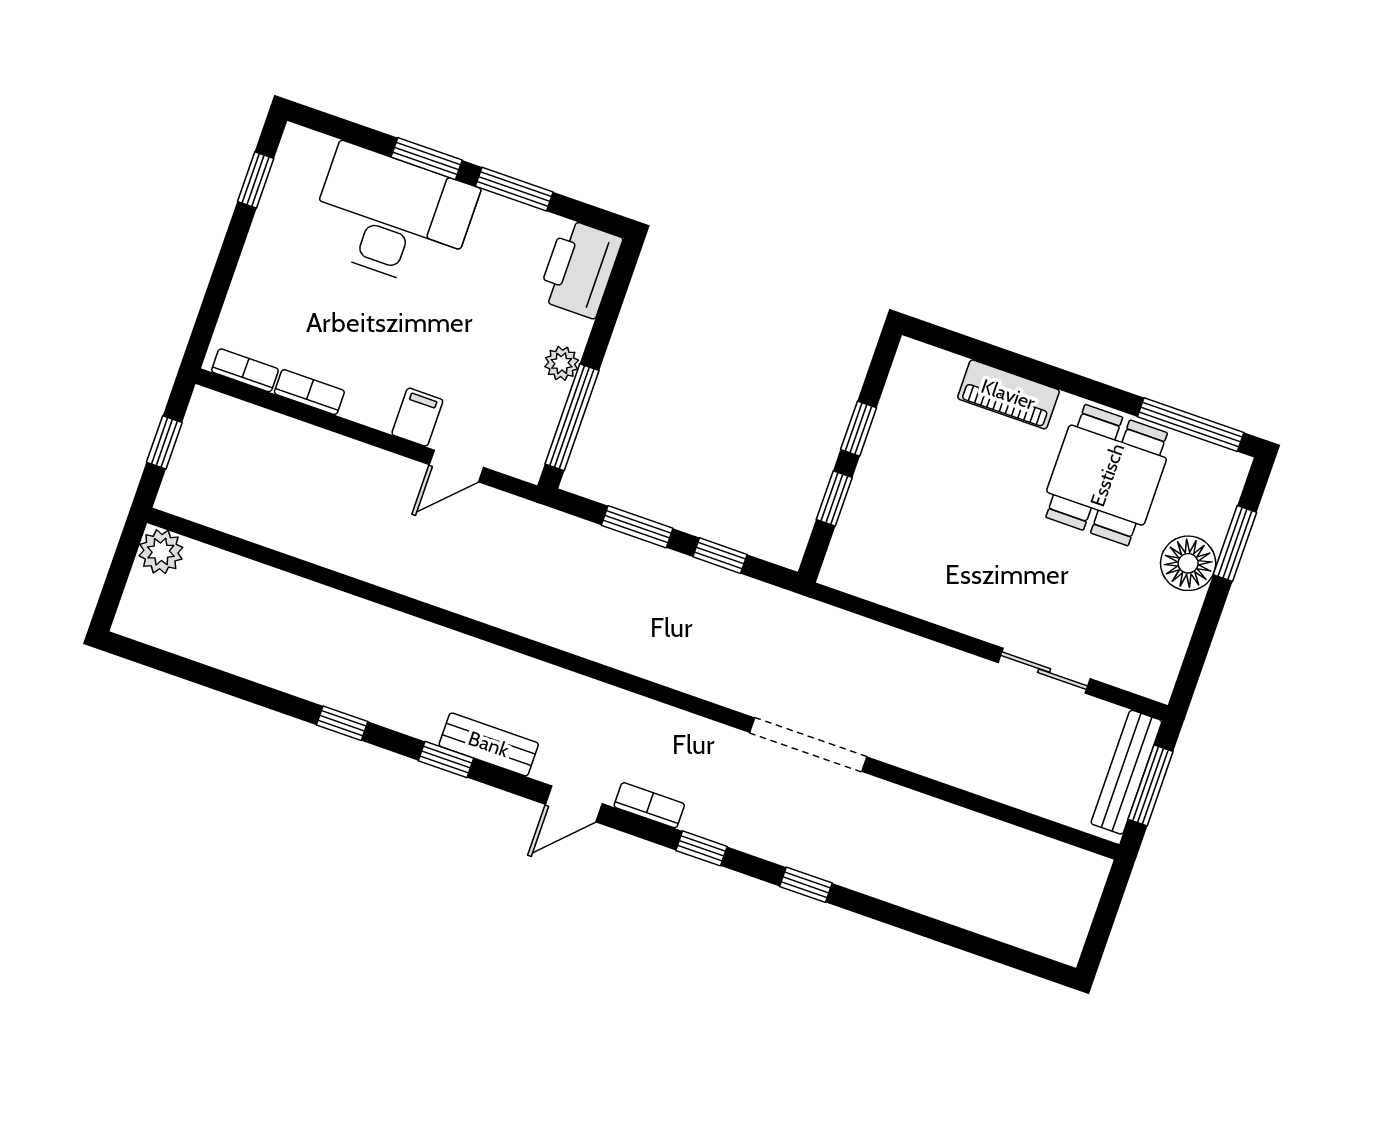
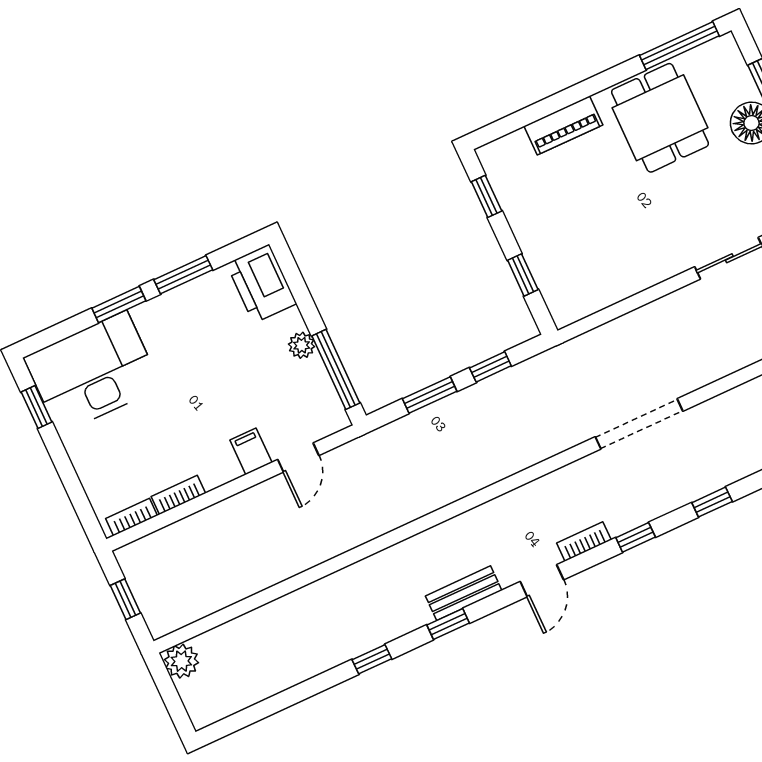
desk: (392, 217) -> (93, 372), moved
window: (859, 429) -> (487, 196), moved

